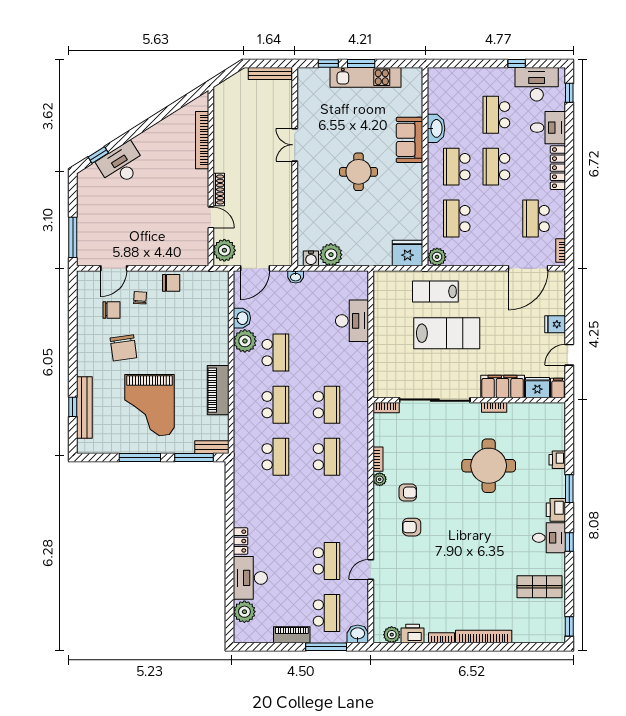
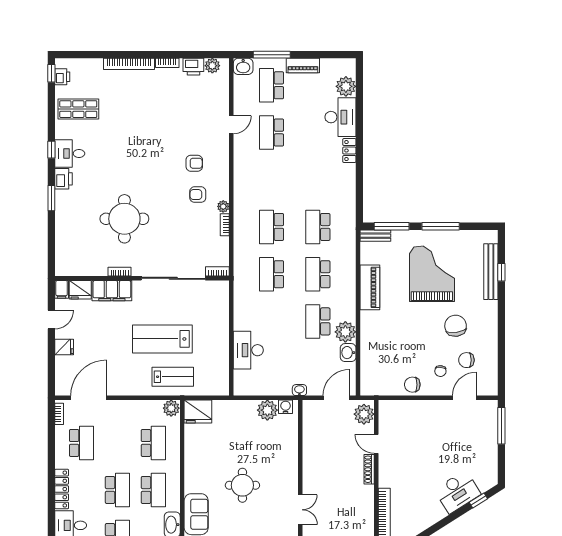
printer: (557, 460) -> (62, 77), moved

